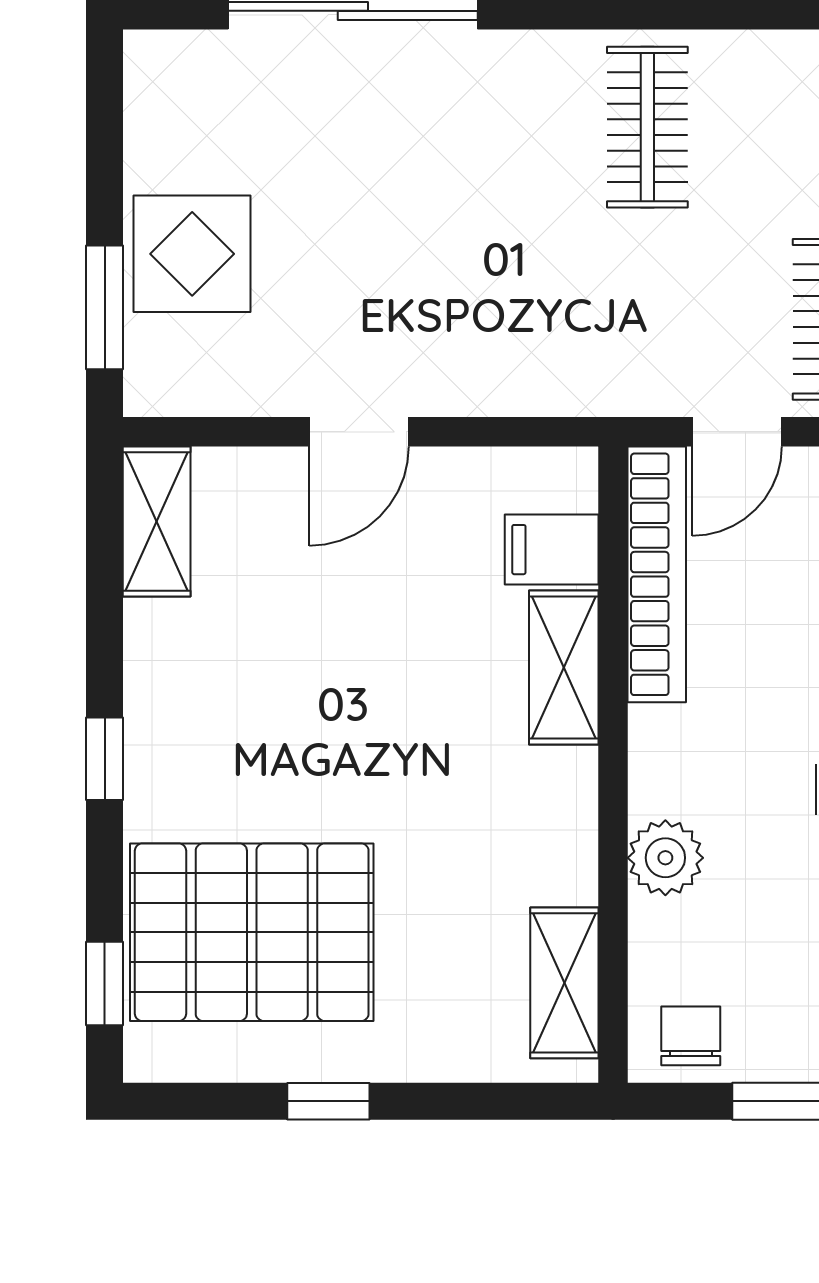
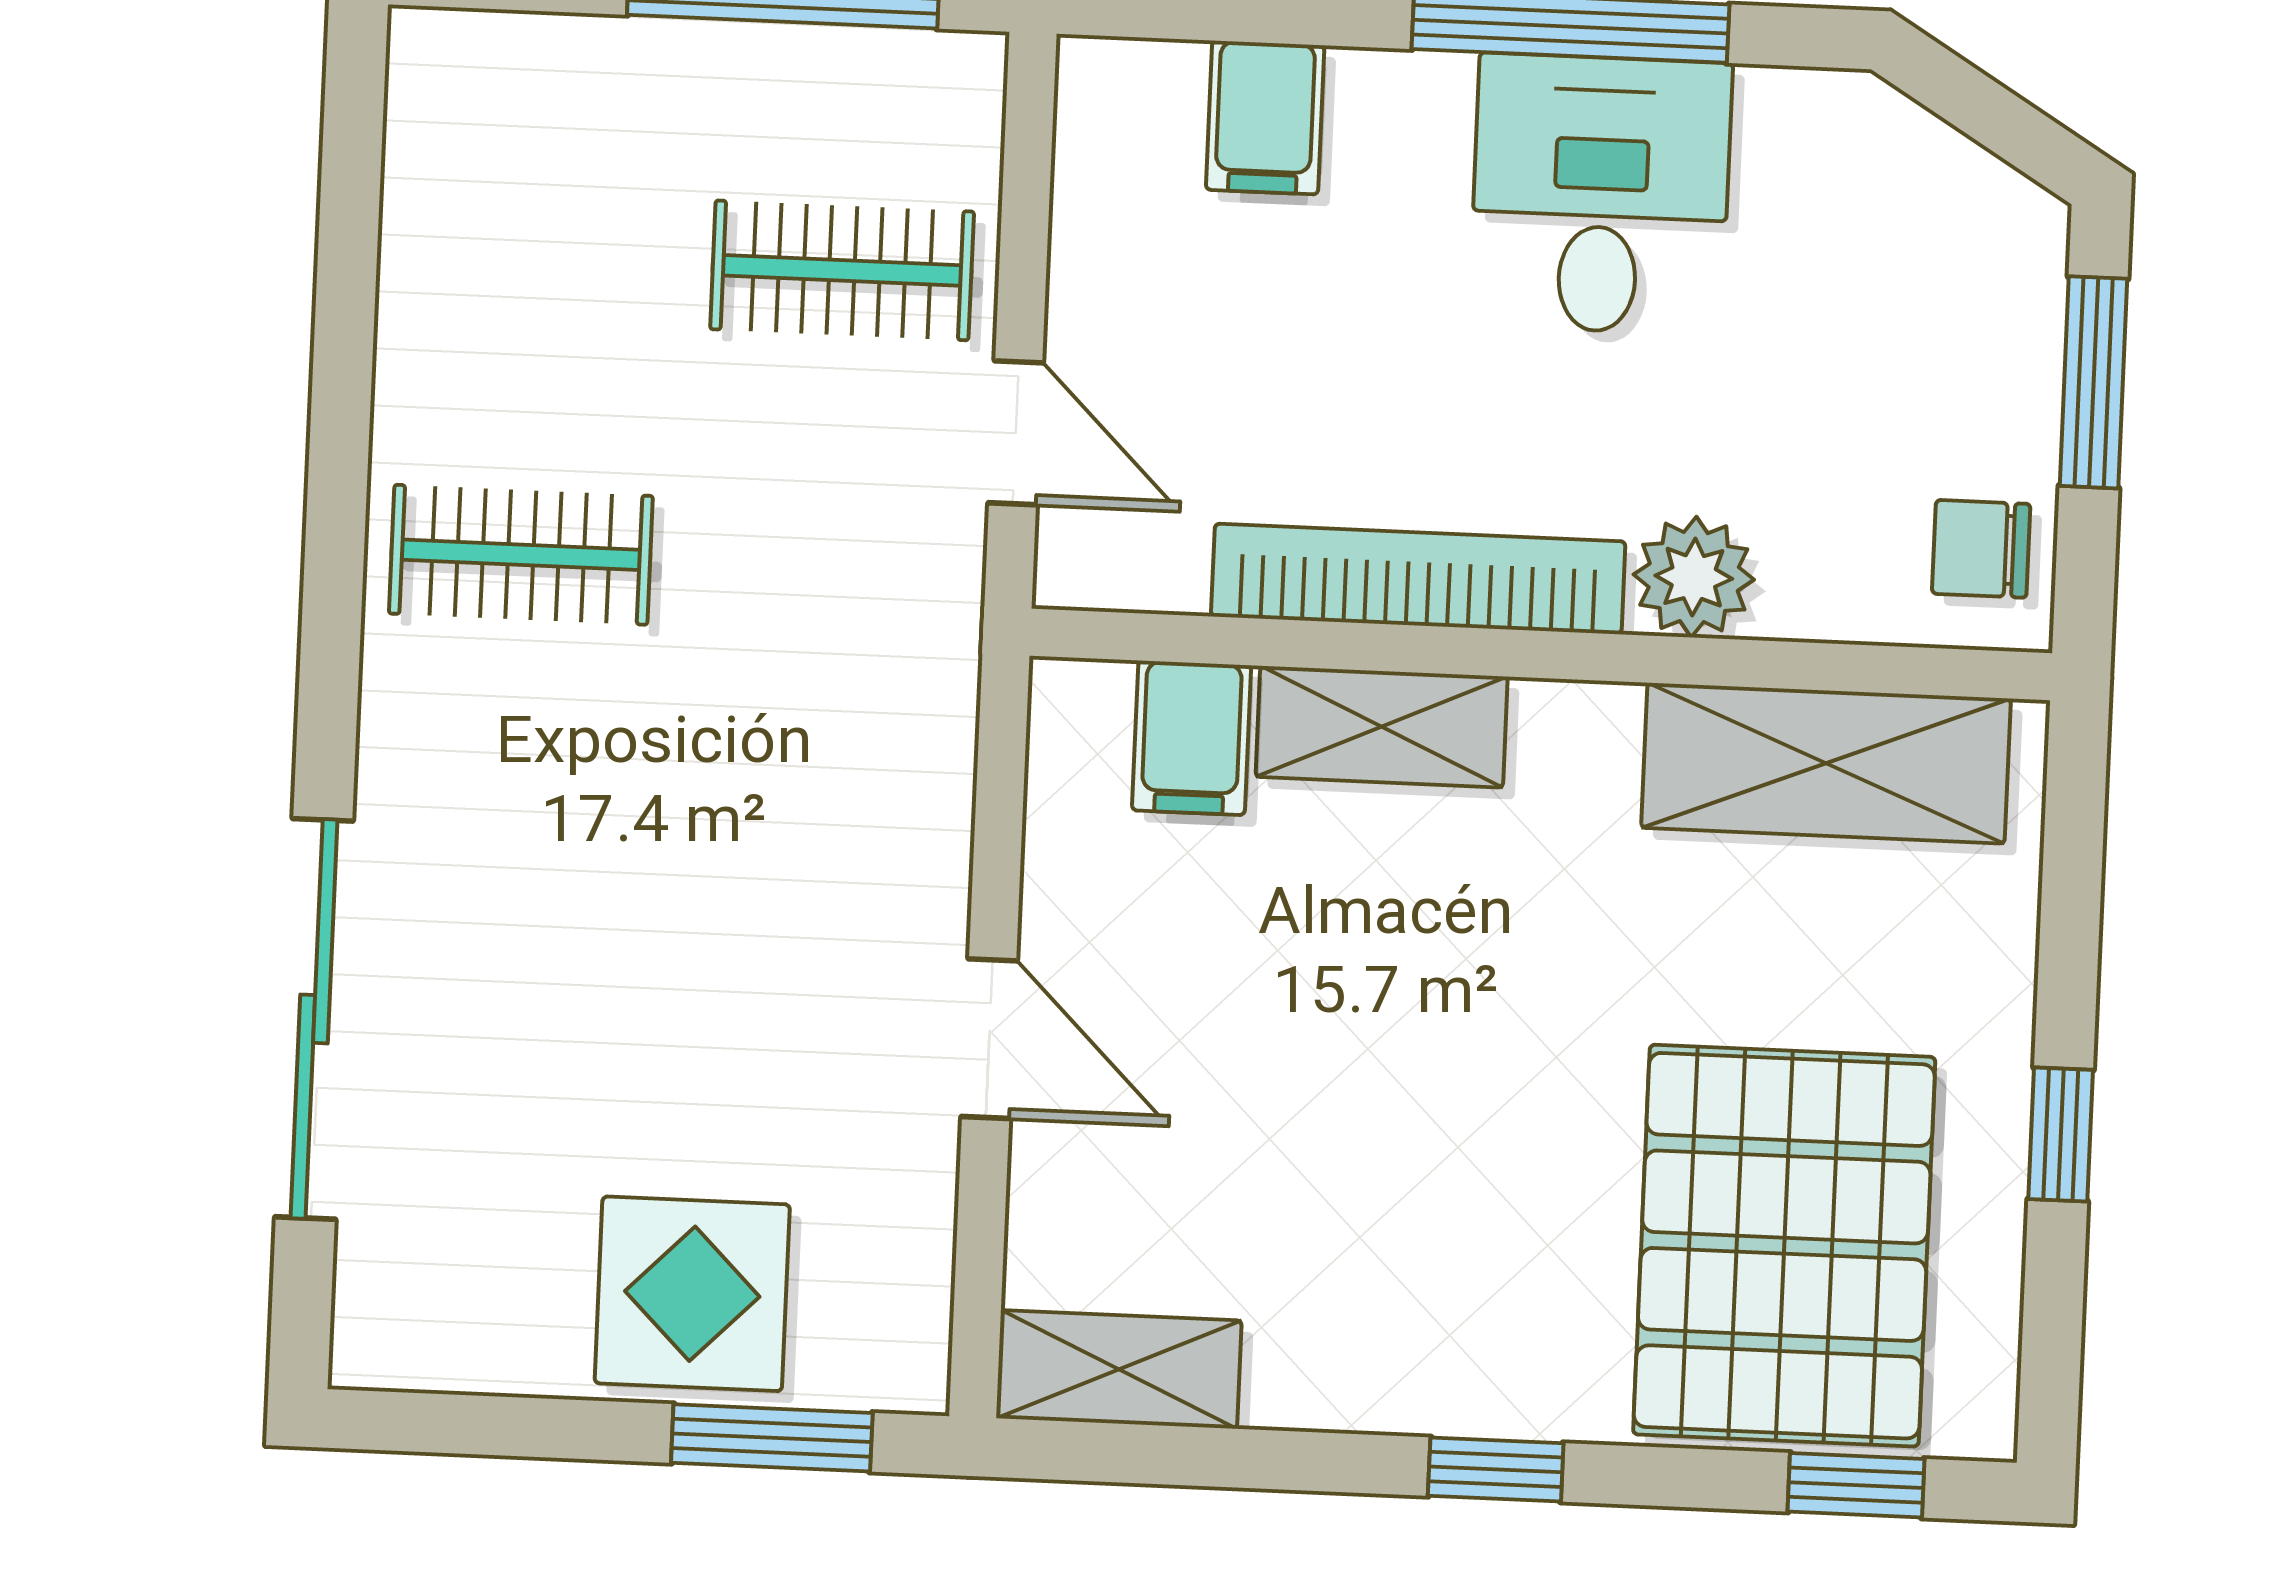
bookcase: (657, 574) -> (1418, 579), moved
shelving: (564, 983) -> (1826, 763), width x1.50, depth x1.33

